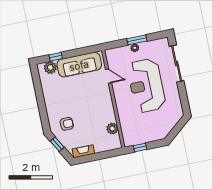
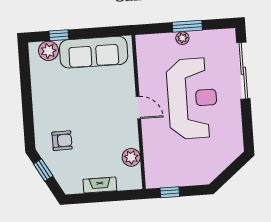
door: (109, 76) -> (138, 108), moved
reception desk: (146, 86) -> (192, 98), turned 180
fireplace: (83, 151) -> (100, 185), moved

